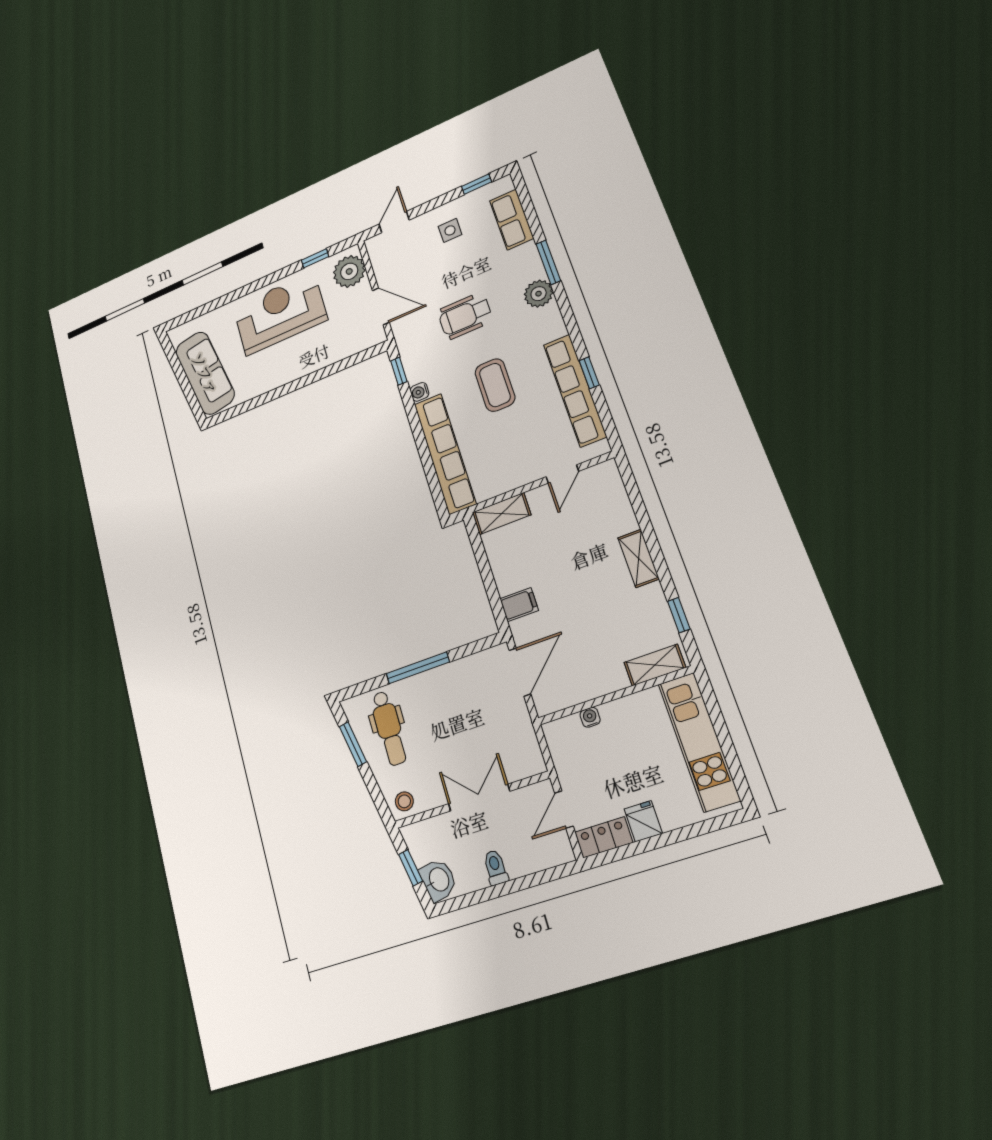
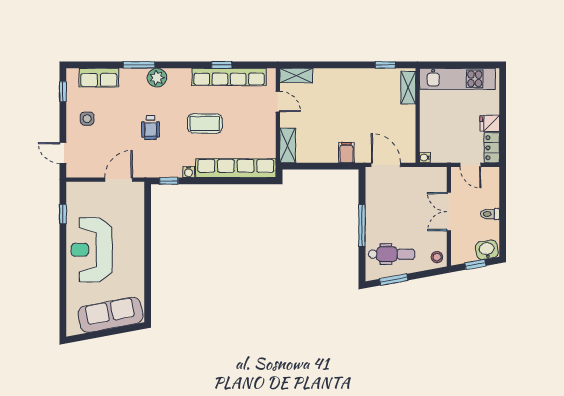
plant: (349, 271) -> (84, 193), removed
wheelchair: (465, 316) -> (151, 127), width x0.73, depth x0.73
shelving: (638, 558) -> (296, 76), moved
water cooler: (590, 717) -> (425, 158), moved

